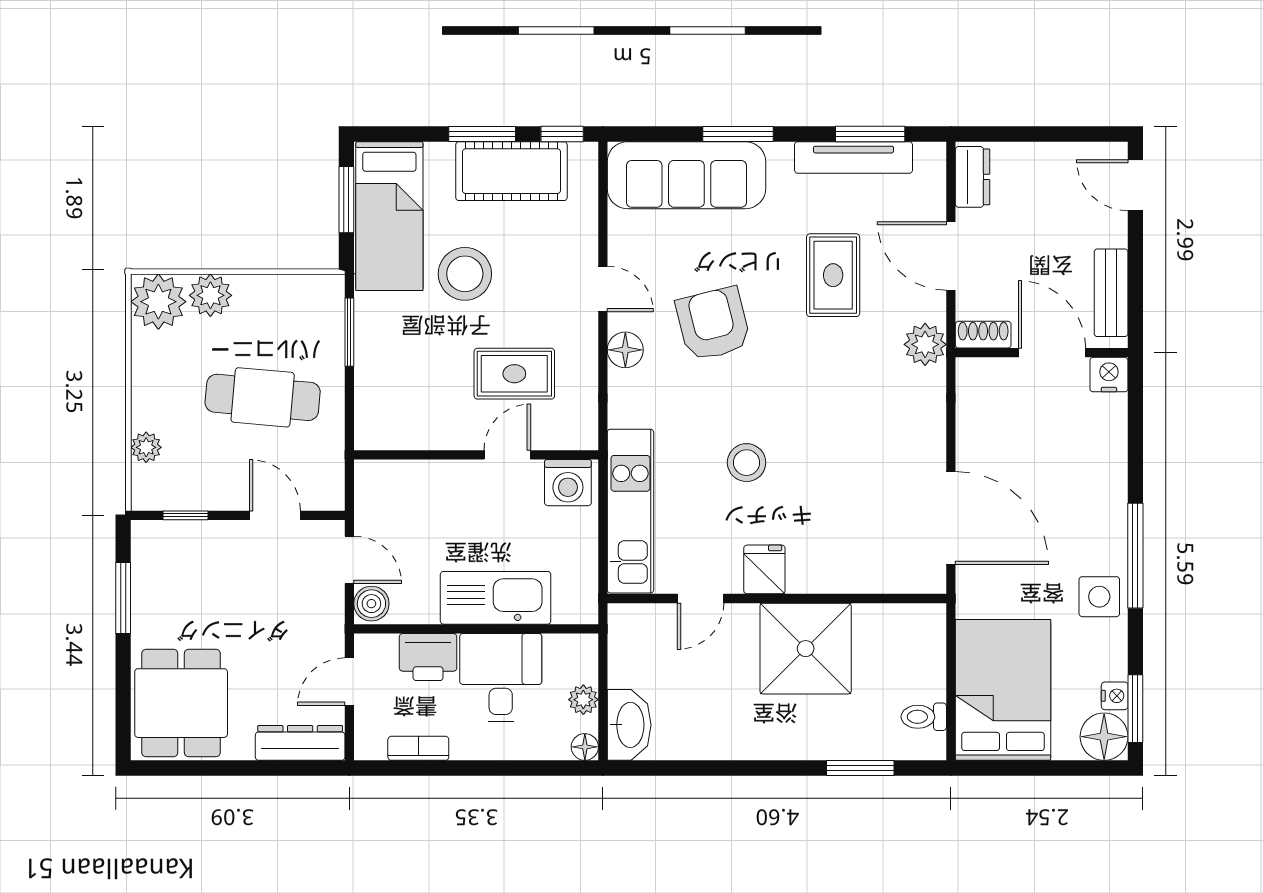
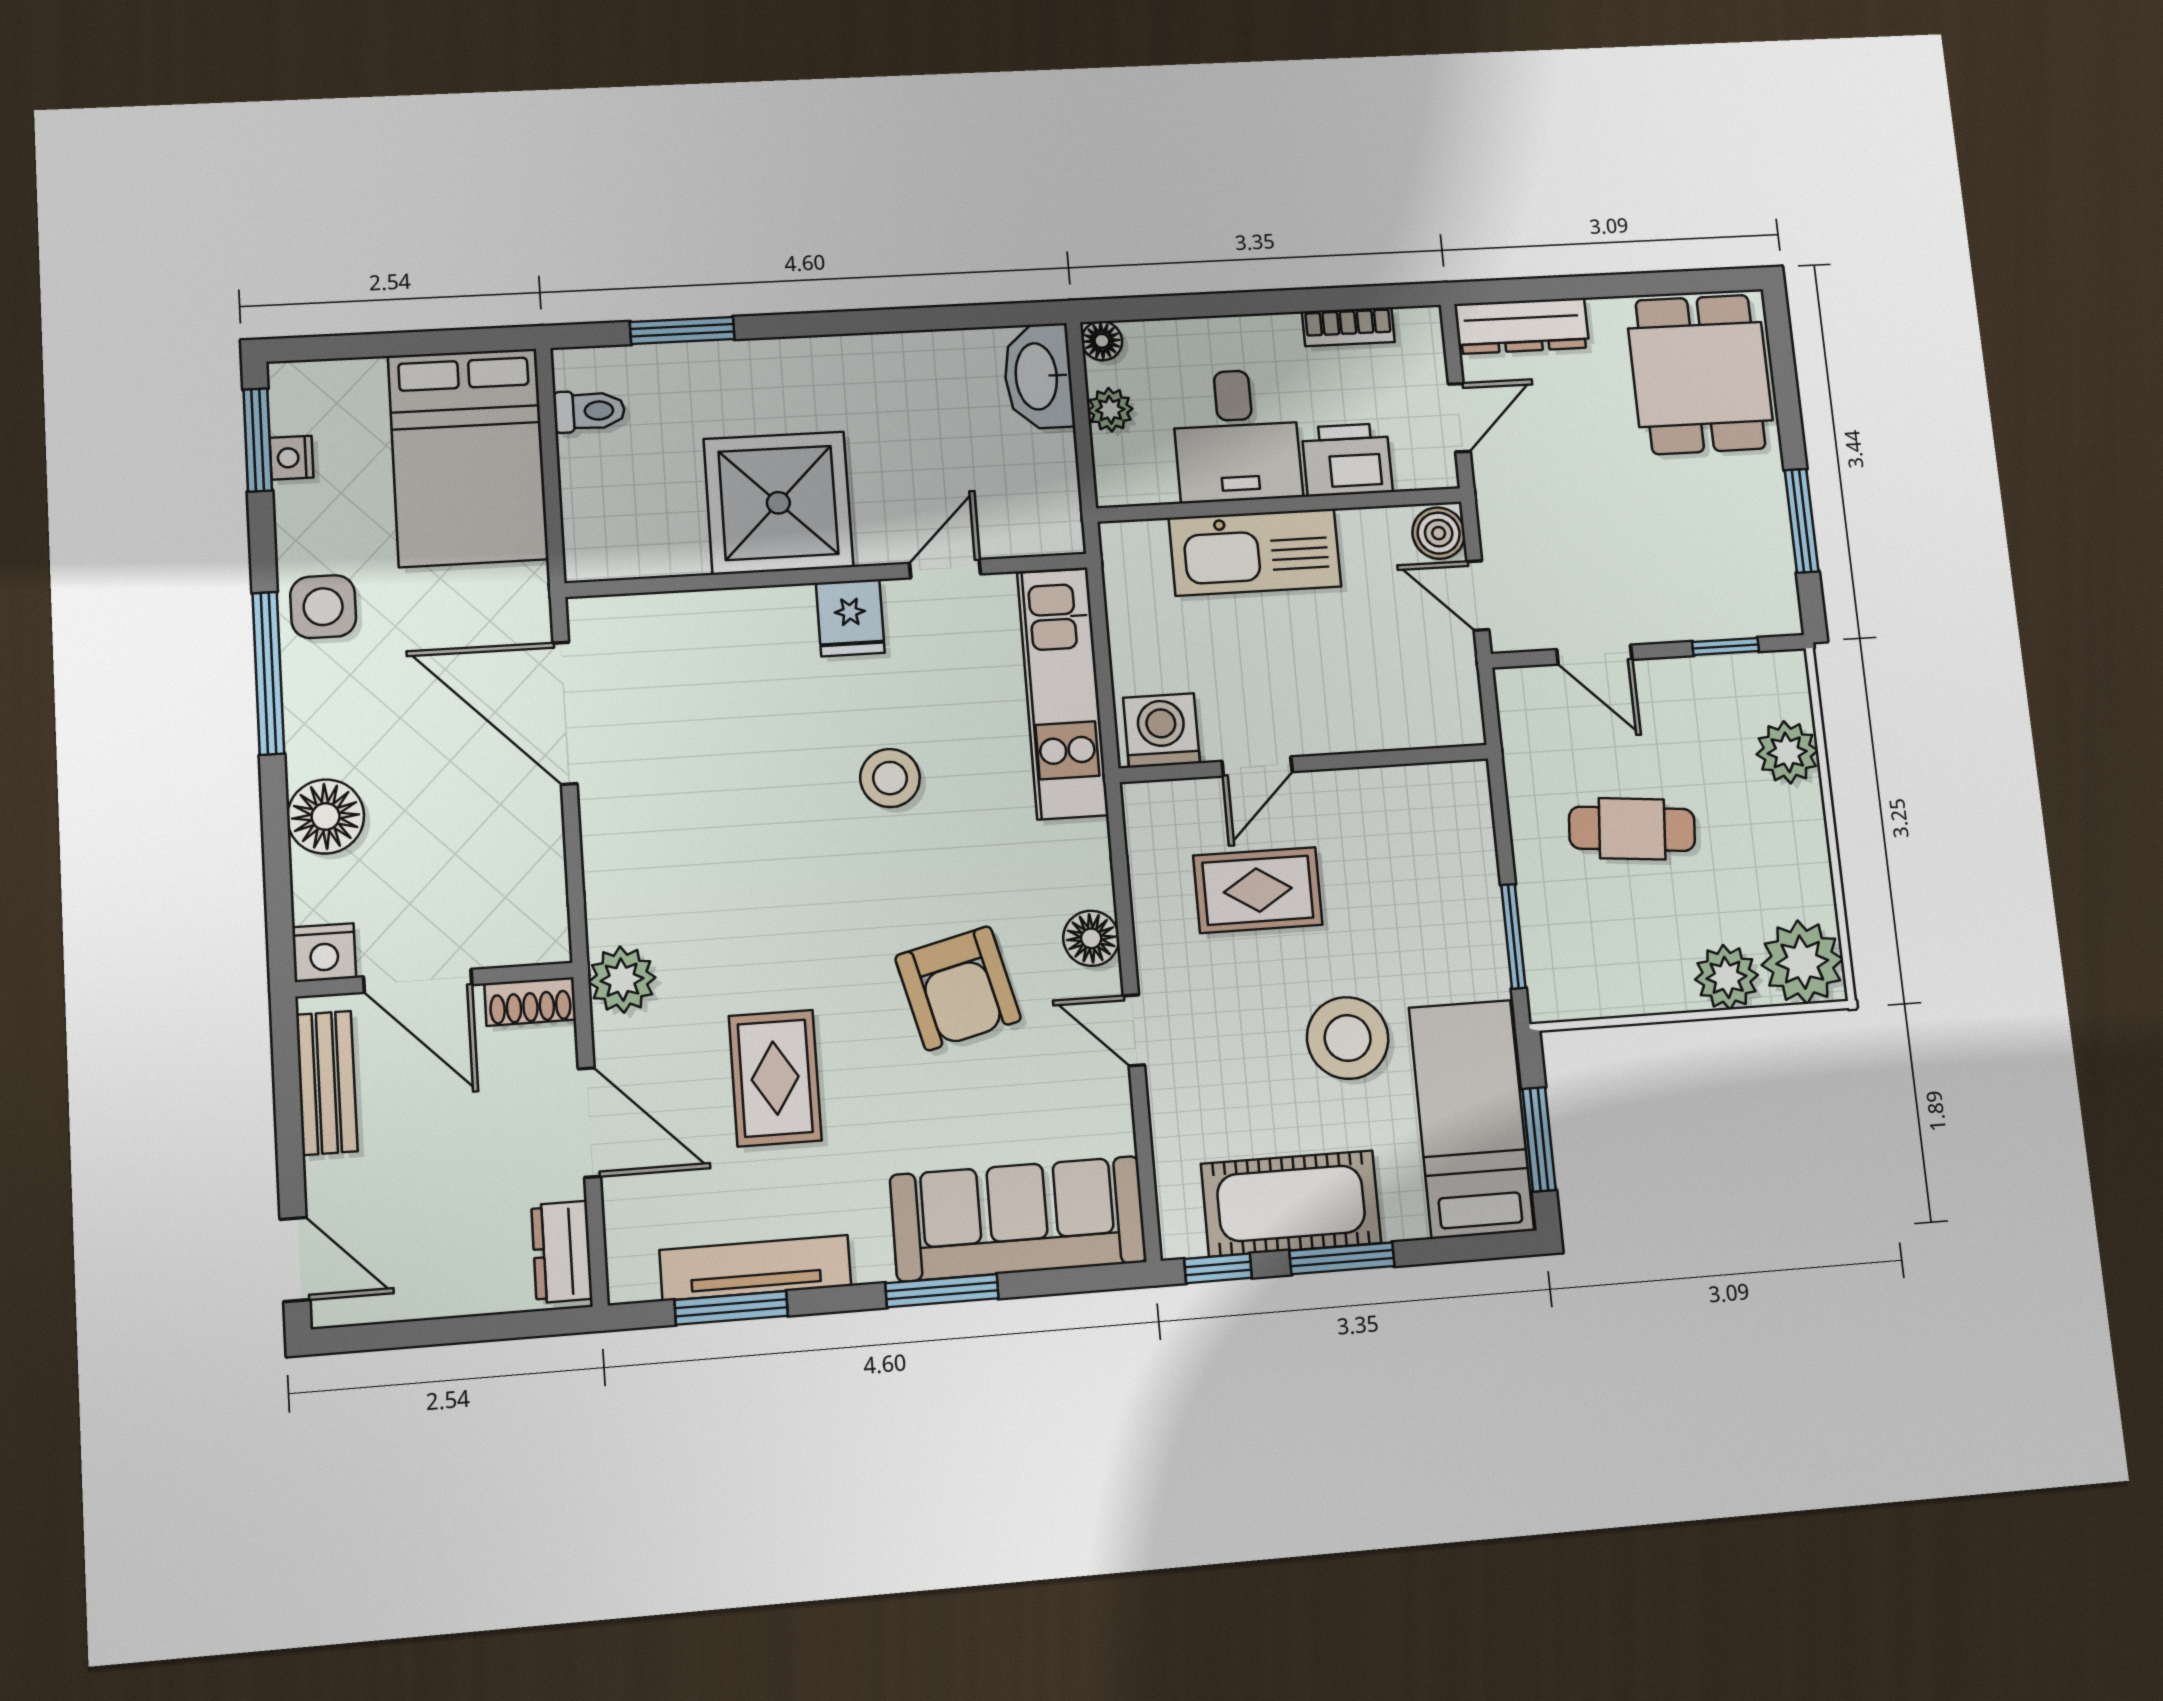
cafe table: (263, 397) -> (1632, 829), width x0.73, depth x0.74
plant: (146, 447) -> (1787, 752), width x1.38, depth x1.38
floor lamp: (1104, 737) -> (326, 817), moved

